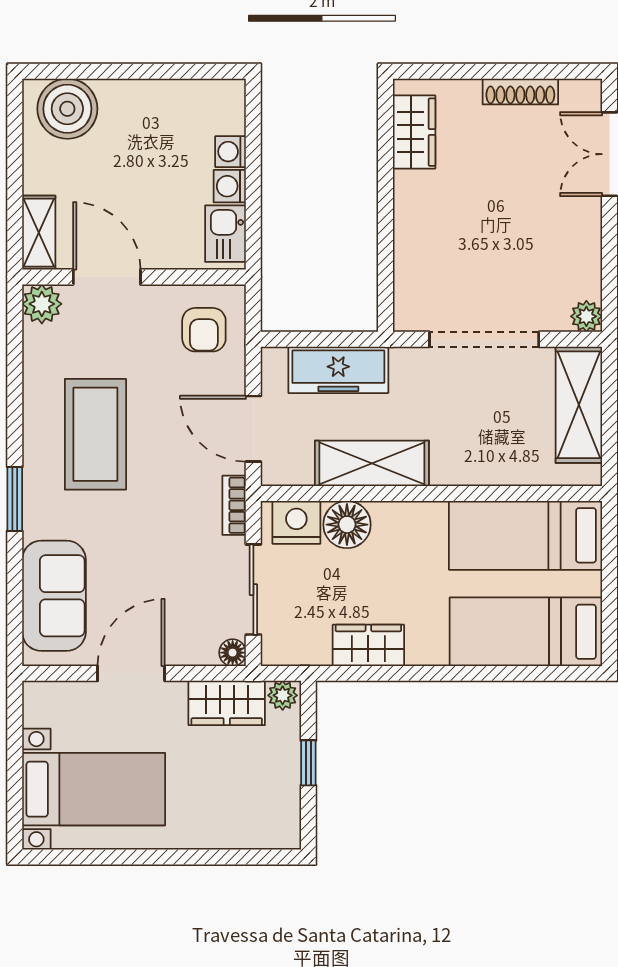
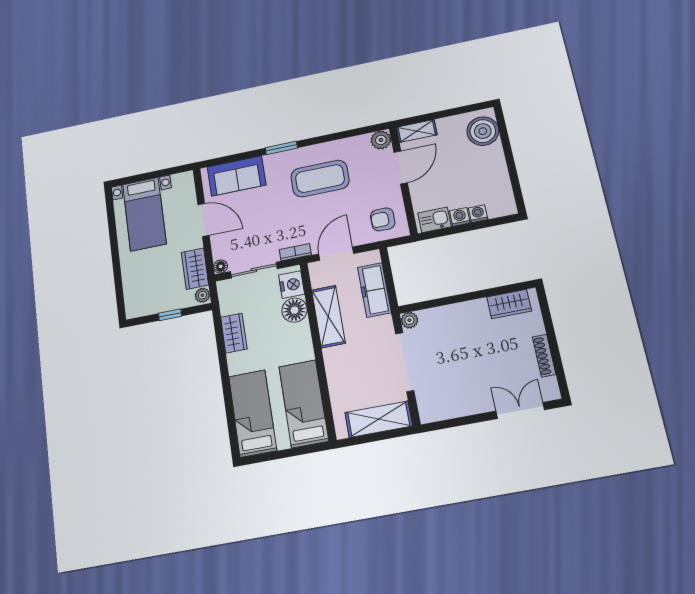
plant: (586, 316) -> (409, 320), moved

